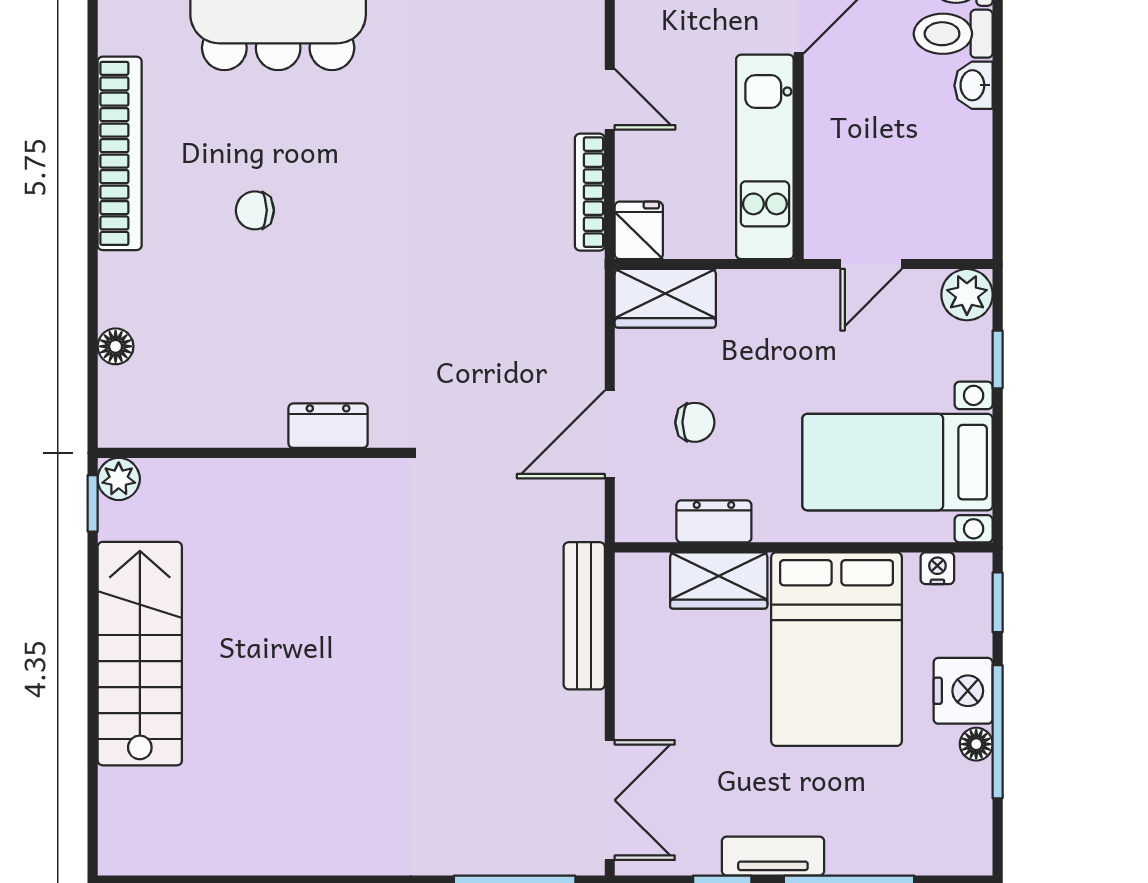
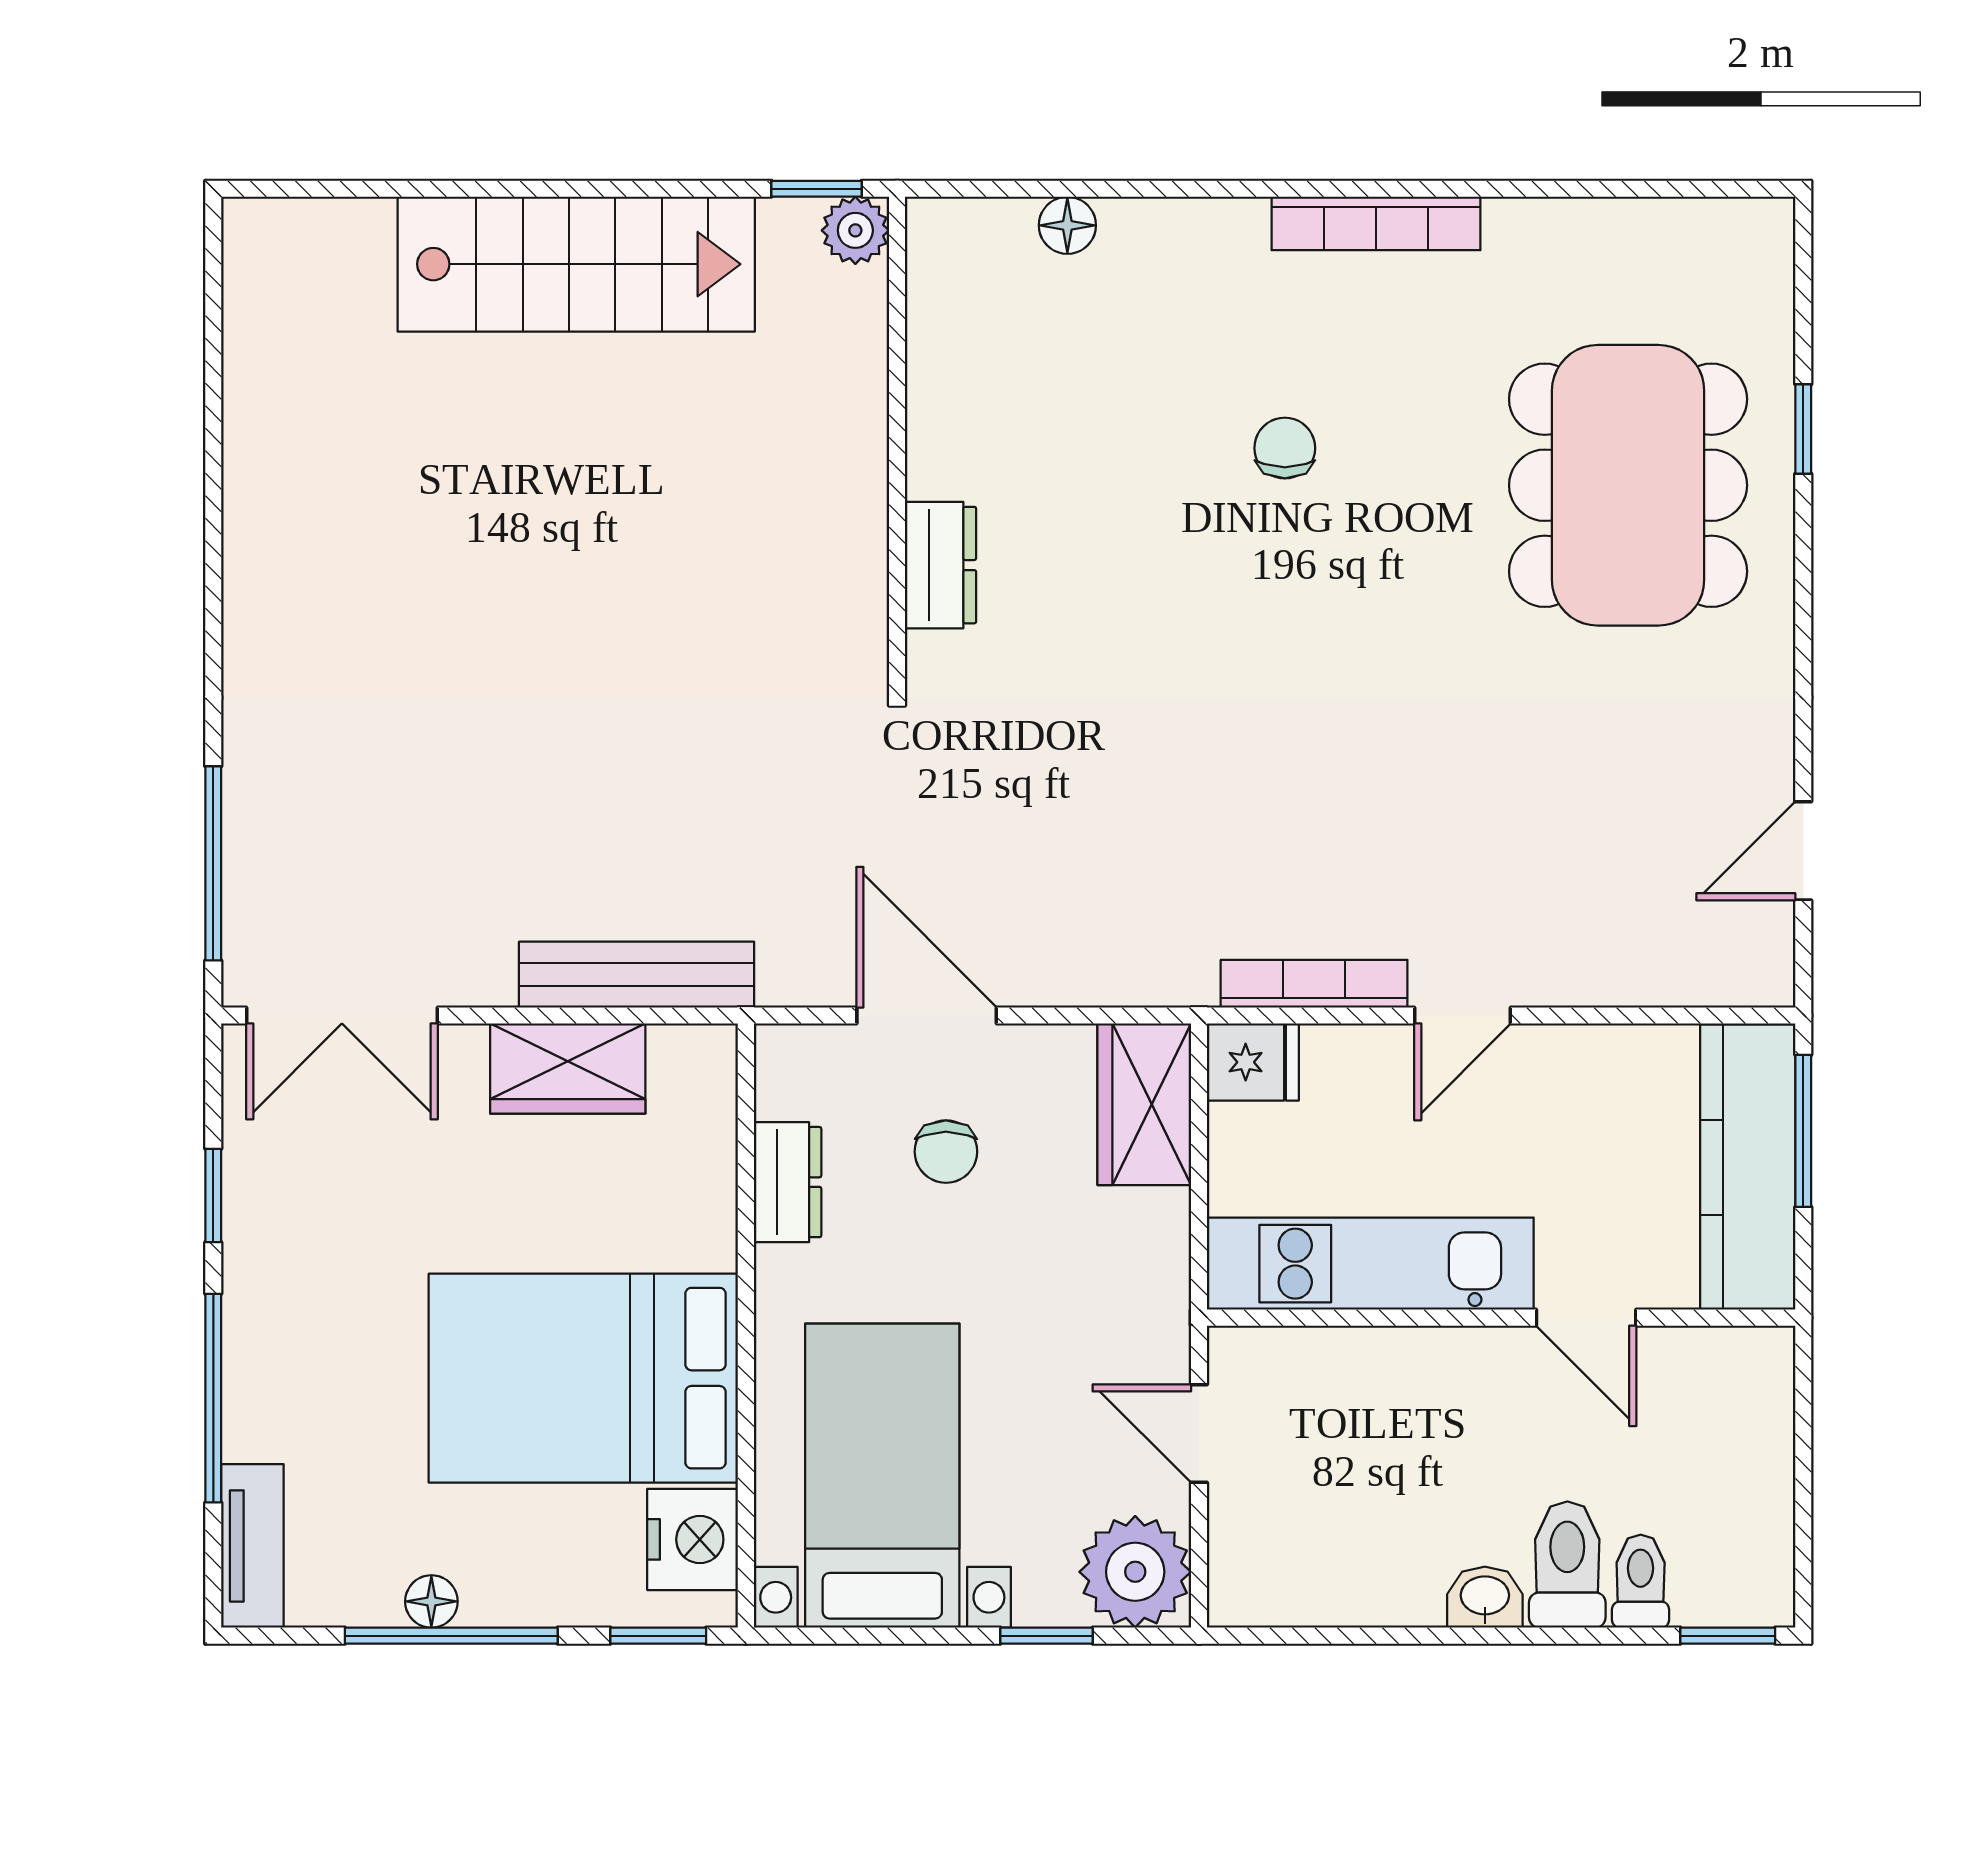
bookcase: (120, 153) -> (1376, 223), width x0.68, depth x0.76
plant: (967, 295) -> (1135, 1572), width x1.36, depth x1.36
nightstand: (937, 568) -> (693, 1539), width x1.89, depth x1.79
wardrobe: (719, 581) -> (568, 1069), moved, turned -90
nightstand: (963, 691) -> (517, 1580), removed
tv unit: (773, 856) -> (252, 1546), moved

